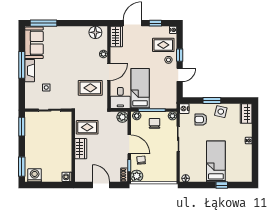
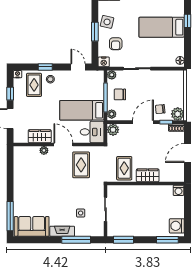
floor lamp: (95, 32) -> (20, 159), removed
wardrobe: (116, 37) -> (40, 136), moved
window: (22, 65) -> (76, 240), moved
door: (180, 75) -> (78, 67), moved

